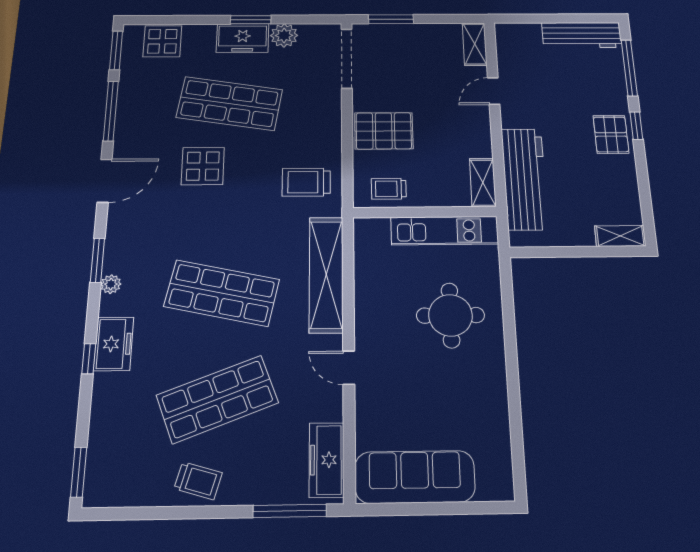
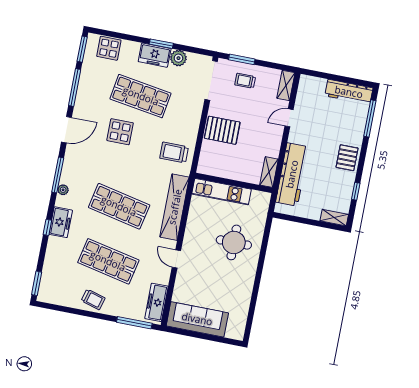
window: (636, 126) -> (356, 191), moved
trolley: (389, 189) -> (245, 81), moved
kitchen unit: (445, 231) -> (222, 192), moved
window: (97, 260) -> (58, 175), width x1.44
shop shelf: (217, 399) -> (108, 261), turned 33

